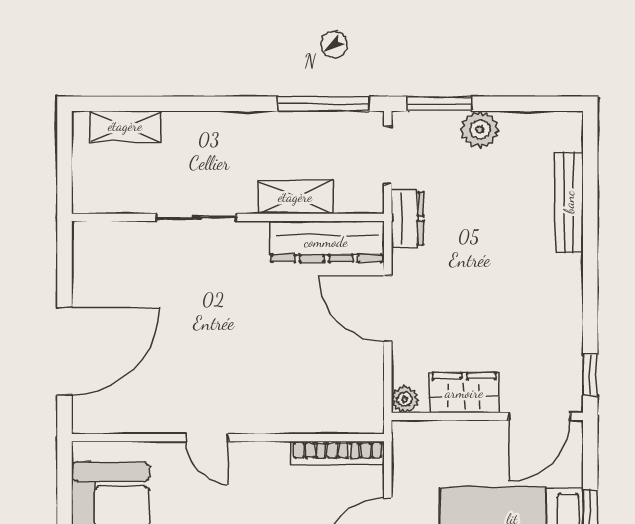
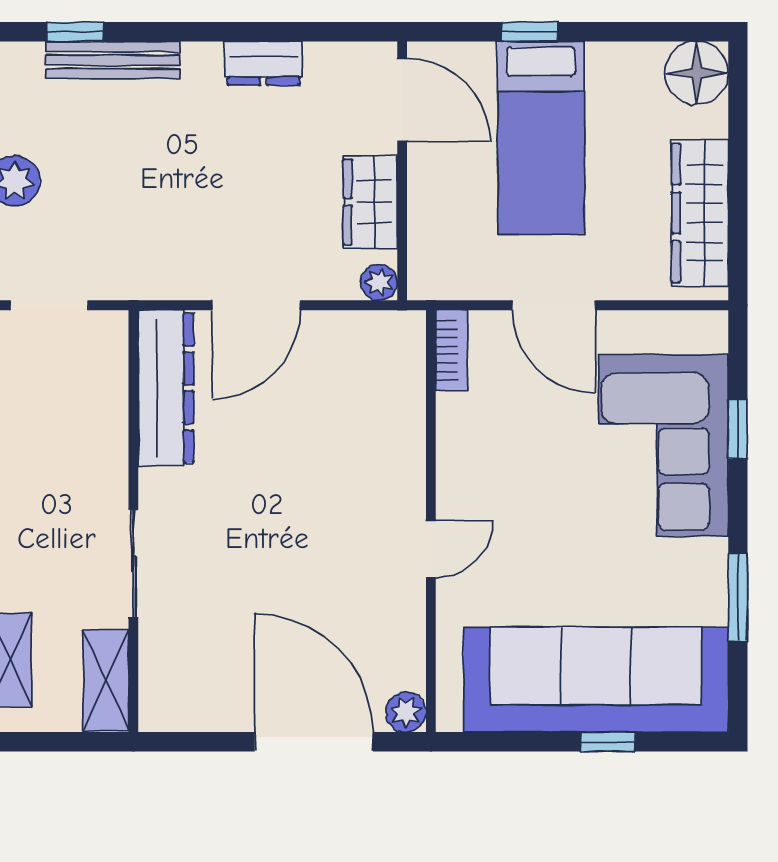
shelving: (295, 197) -> (106, 680), moved
dresser: (407, 218) -> (264, 63), moved, turned 180
window: (590, 375) -> (75, 32), moved
plant: (86, 419) -> (406, 712), added
bookcase: (338, 453) -> (452, 350), width x0.64

